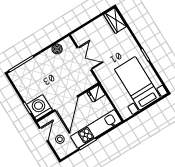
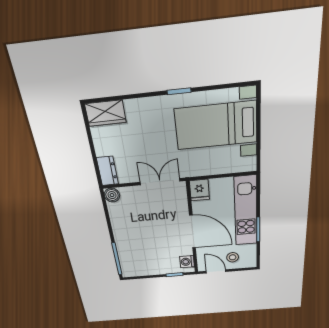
dresser: (82, 34) -> (107, 171), added
boiler: (57, 49) -> (112, 195), moved
double door: (84, 59) -> (160, 182), moved
washing machine: (39, 107) -> (187, 262), width x0.53, depth x0.53

